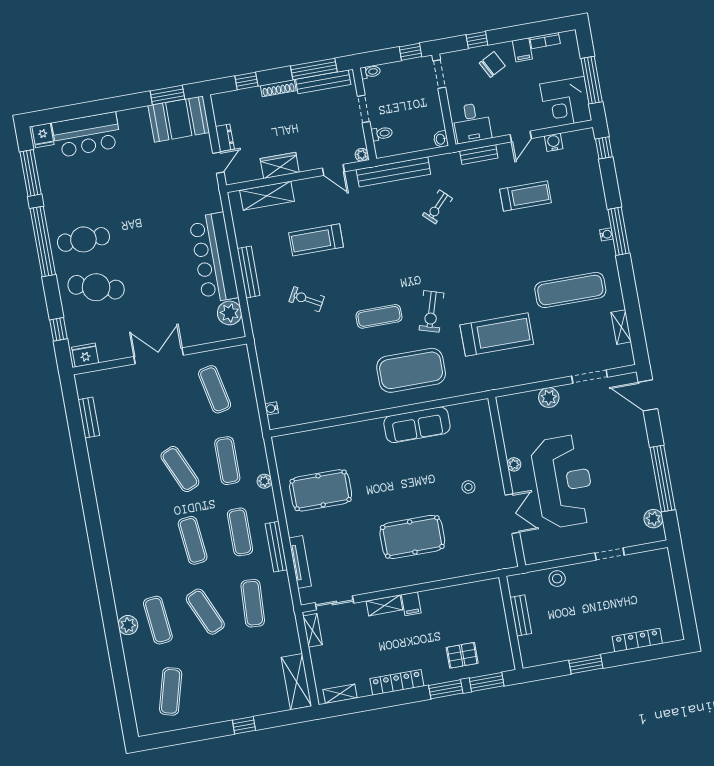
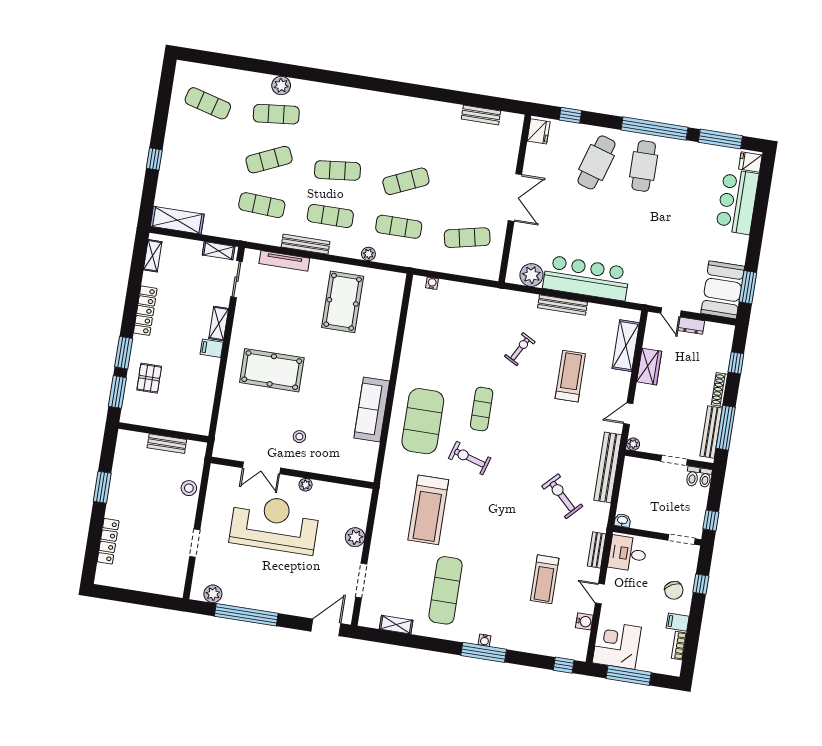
toilet: (382, 134) -> (692, 476), moved
exercise bike: (437, 207) -> (562, 496), width x1.38, depth x1.39
reception desk: (563, 482) -> (275, 524), turned 180
pool table: (412, 537) -> (272, 370), turned 90

